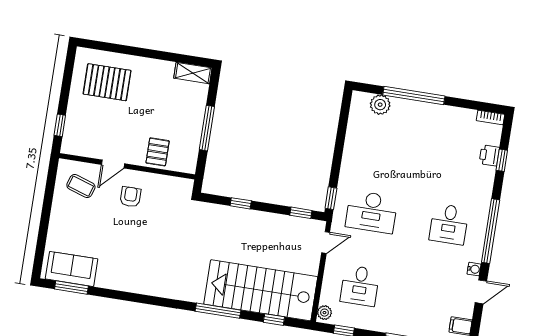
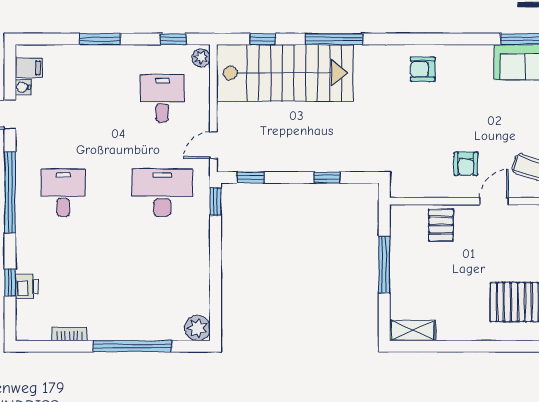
plant: (380, 105) -> (197, 328), moved
bookcase: (490, 117) -> (70, 334), moved
water cooler: (474, 269) -> (23, 87), moved
armchair: (152, 276) -> (423, 69), added

